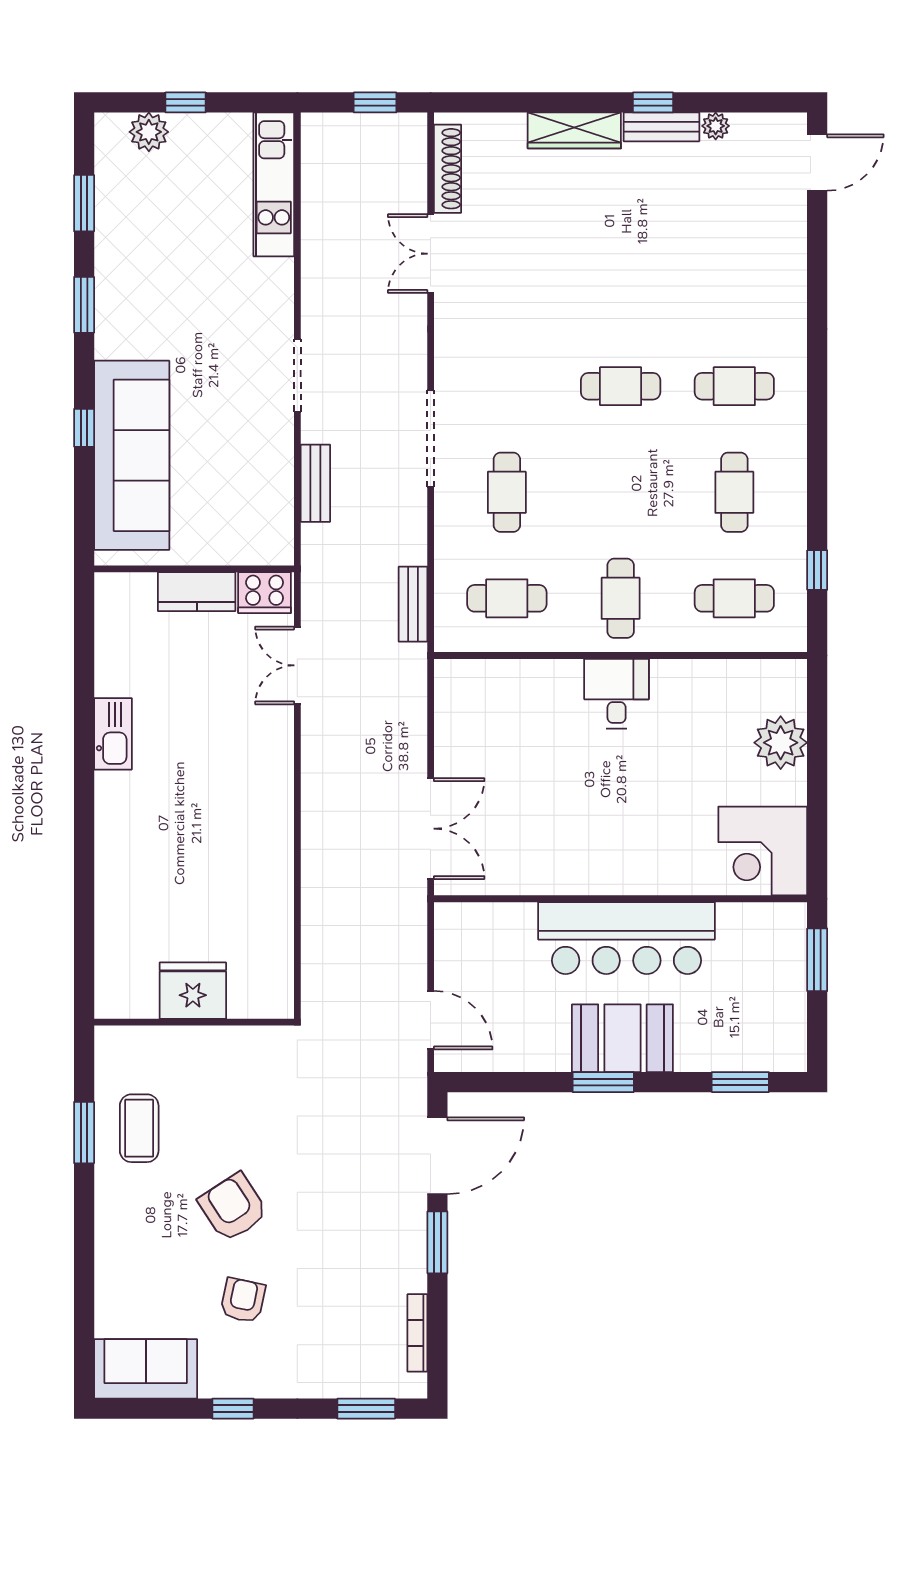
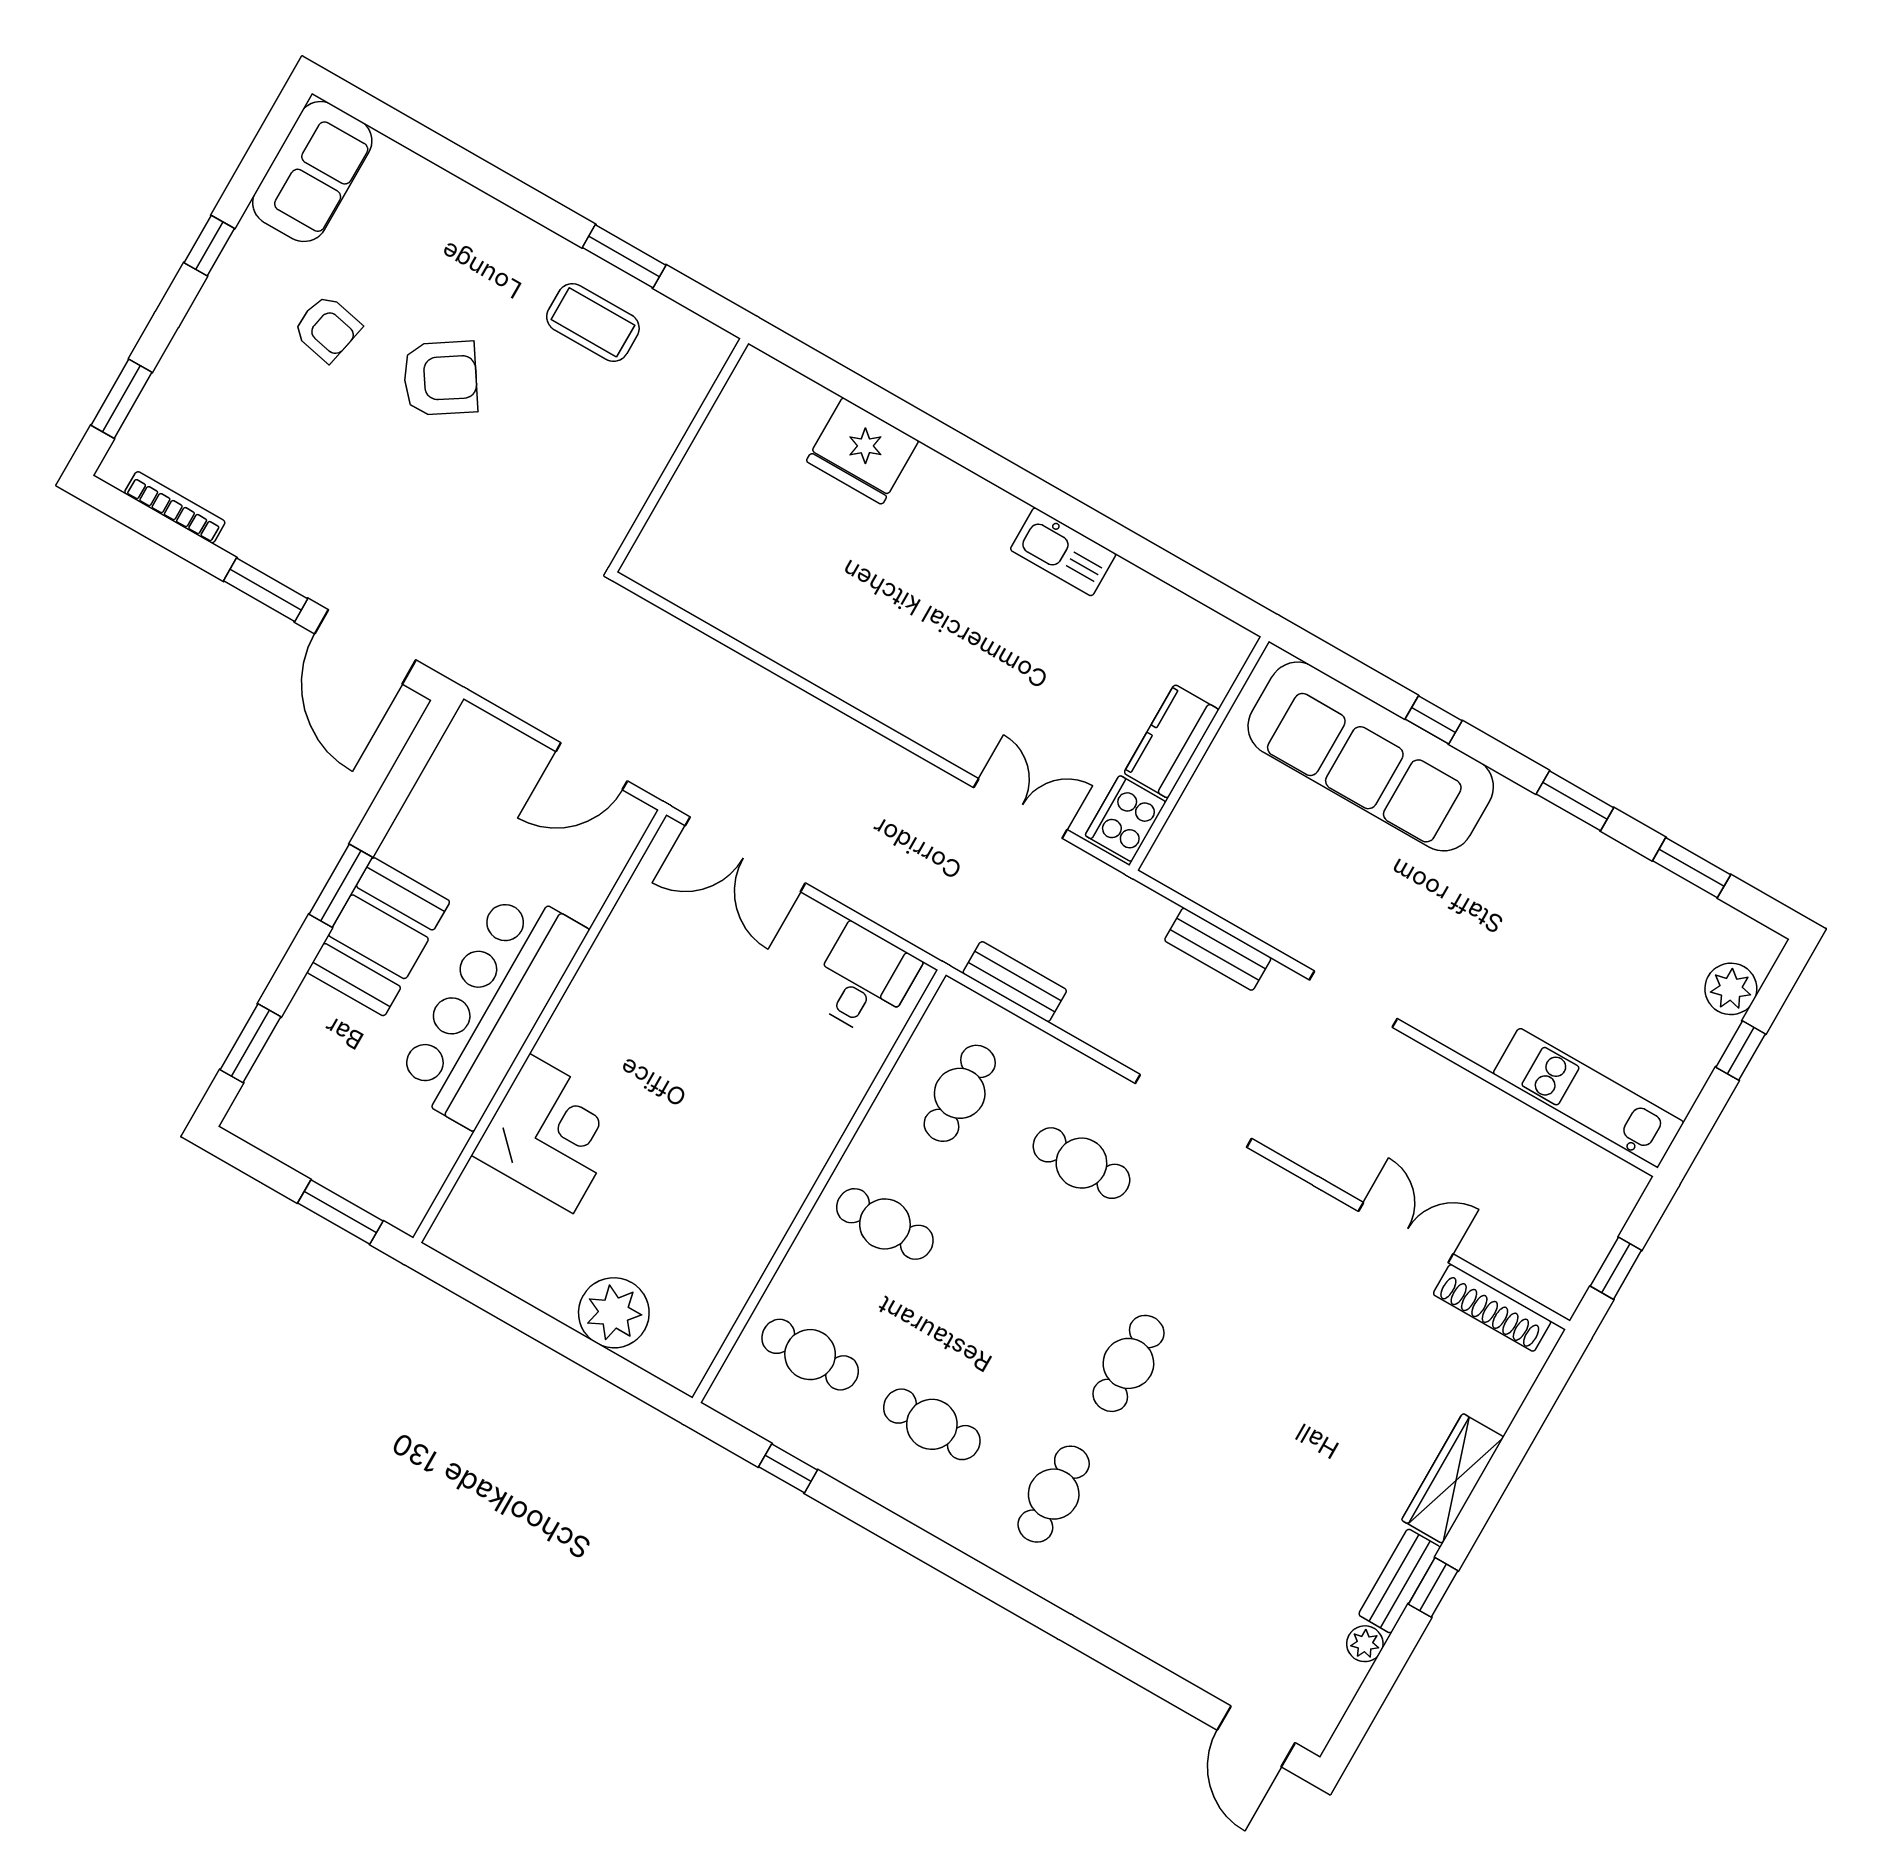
cafe table: (734, 598) -> (810, 1355), turned 90
desk: (617, 694) -> (864, 980), moved, turned -90
corner desk: (763, 851) -> (551, 1133), moved, turned 90
fridge: (193, 991) -> (862, 451), moved, turned 90
door: (431, 1020) -> (592, 766), moved

